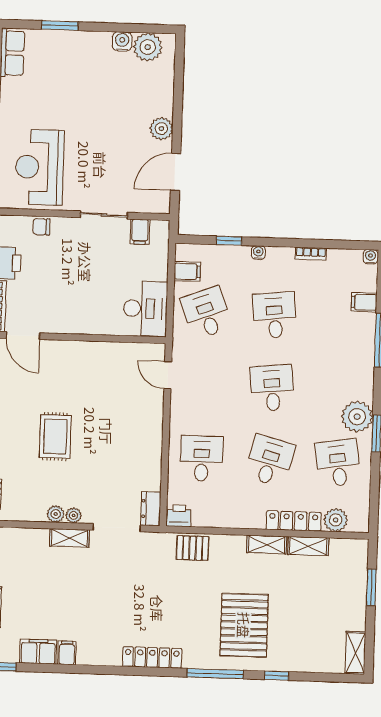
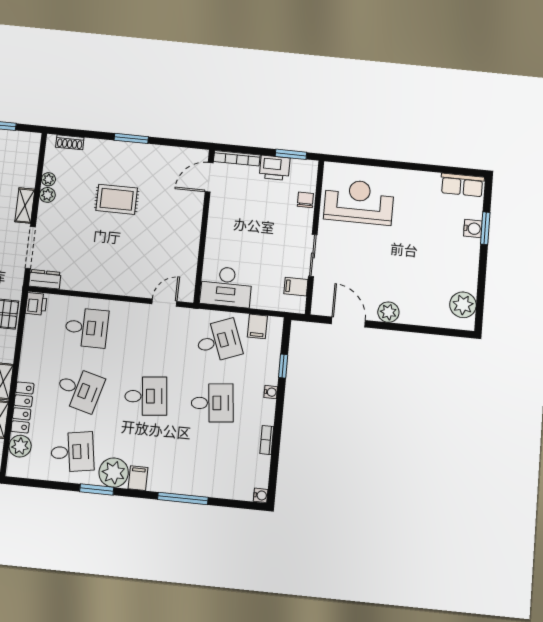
water cooler: (122, 41) -> (473, 229), moved
filing cabinet: (364, 302) -> (138, 478), moved
plant: (74, 515) -> (48, 179), moved

